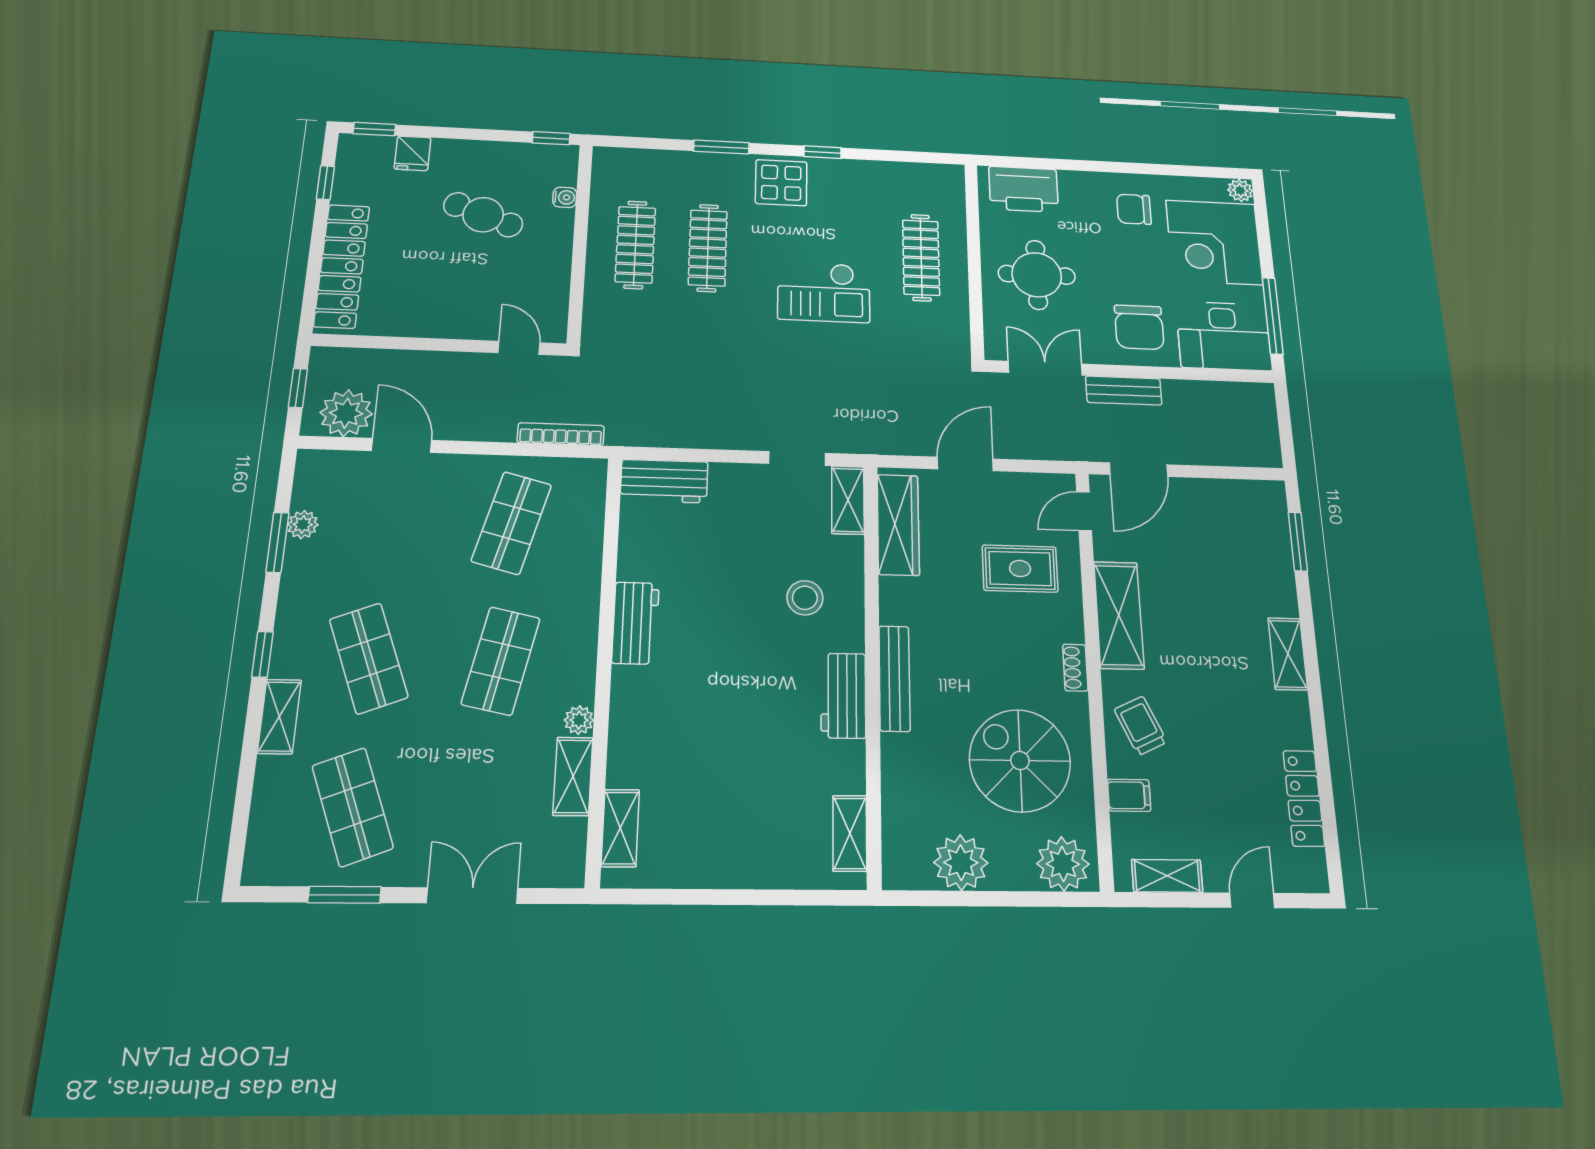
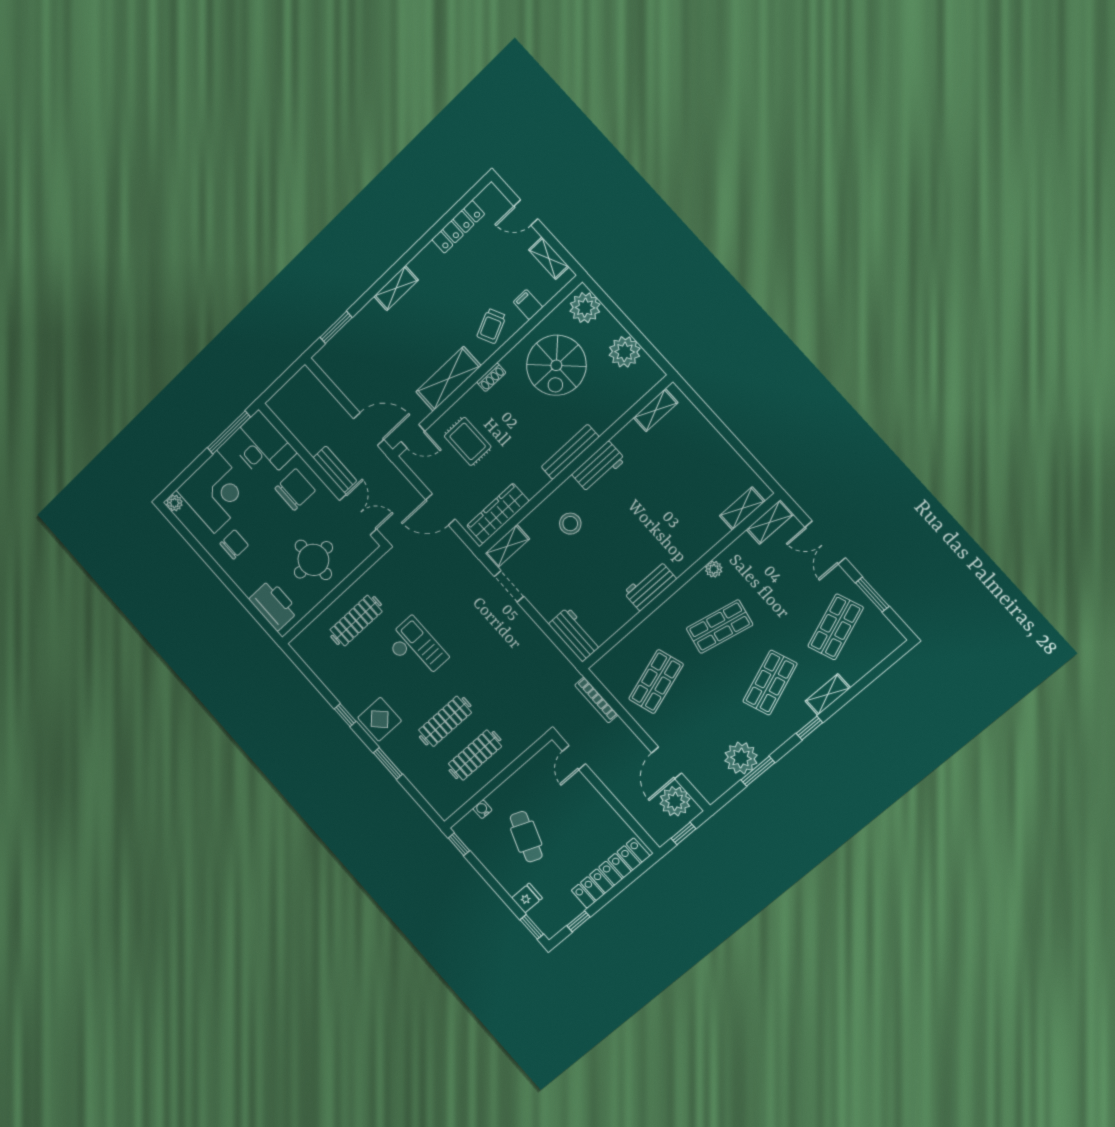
chair: (1134, 209) -> (234, 544), turned -90
double door: (1045, 368) -> (358, 515), swing flipped
shop shelf: (511, 523) -> (656, 682), turned -33
plant: (303, 525) -> (741, 758), width x1.87, depth x1.87
shelving: (573, 776) -> (770, 522), moved

